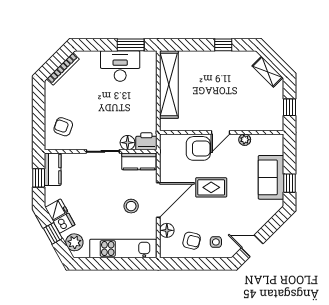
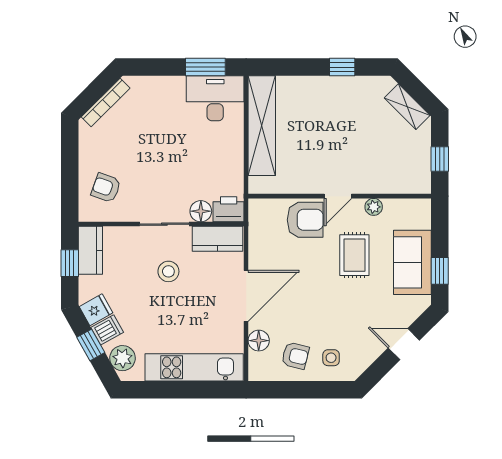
desk: (120, 66) -> (215, 98), moved
rug: (211, 187) -> (354, 255), moved, turned 90
stool: (131, 206) -> (168, 271), moved
door: (252, 246) -> (404, 344), moved

